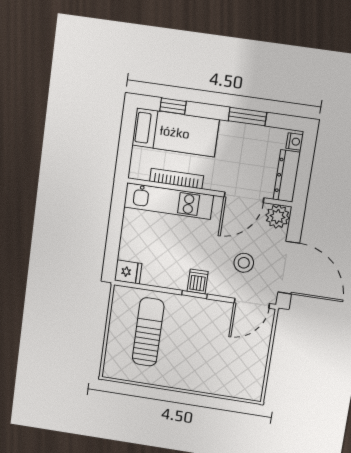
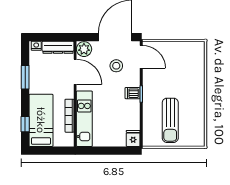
sun lounger: (148, 332) -> (170, 120), turned -90

